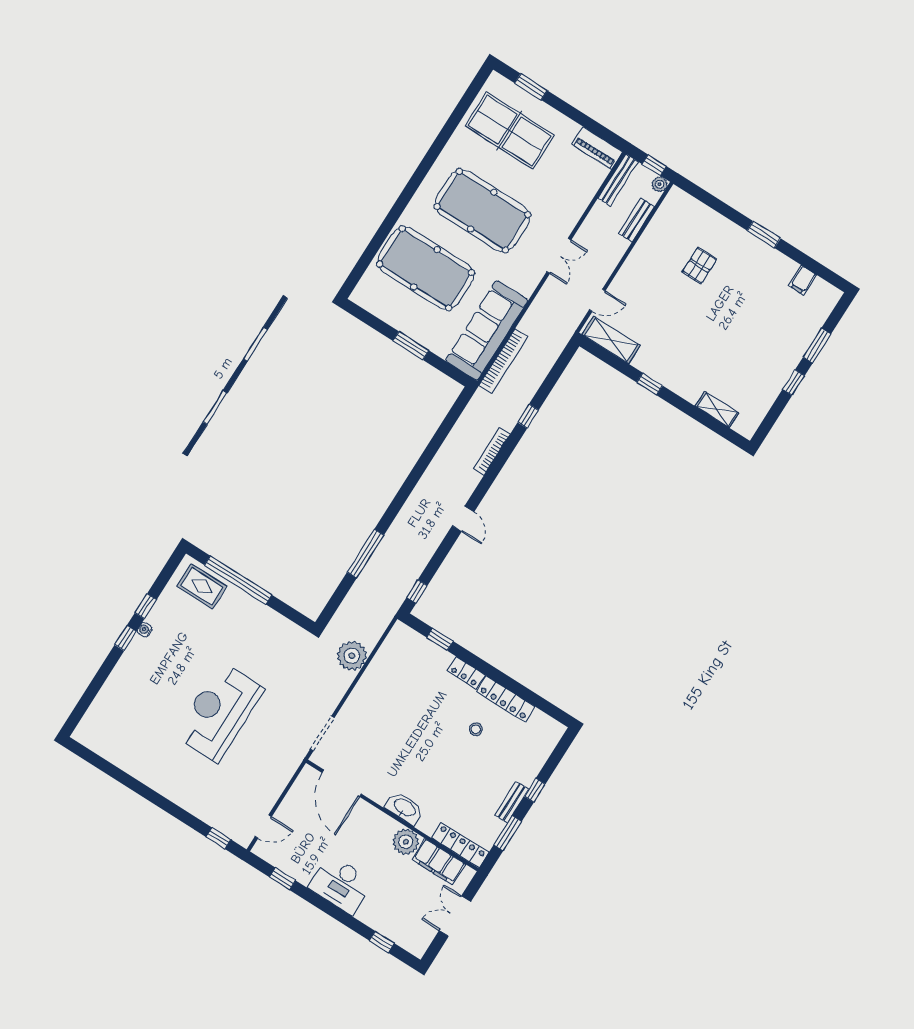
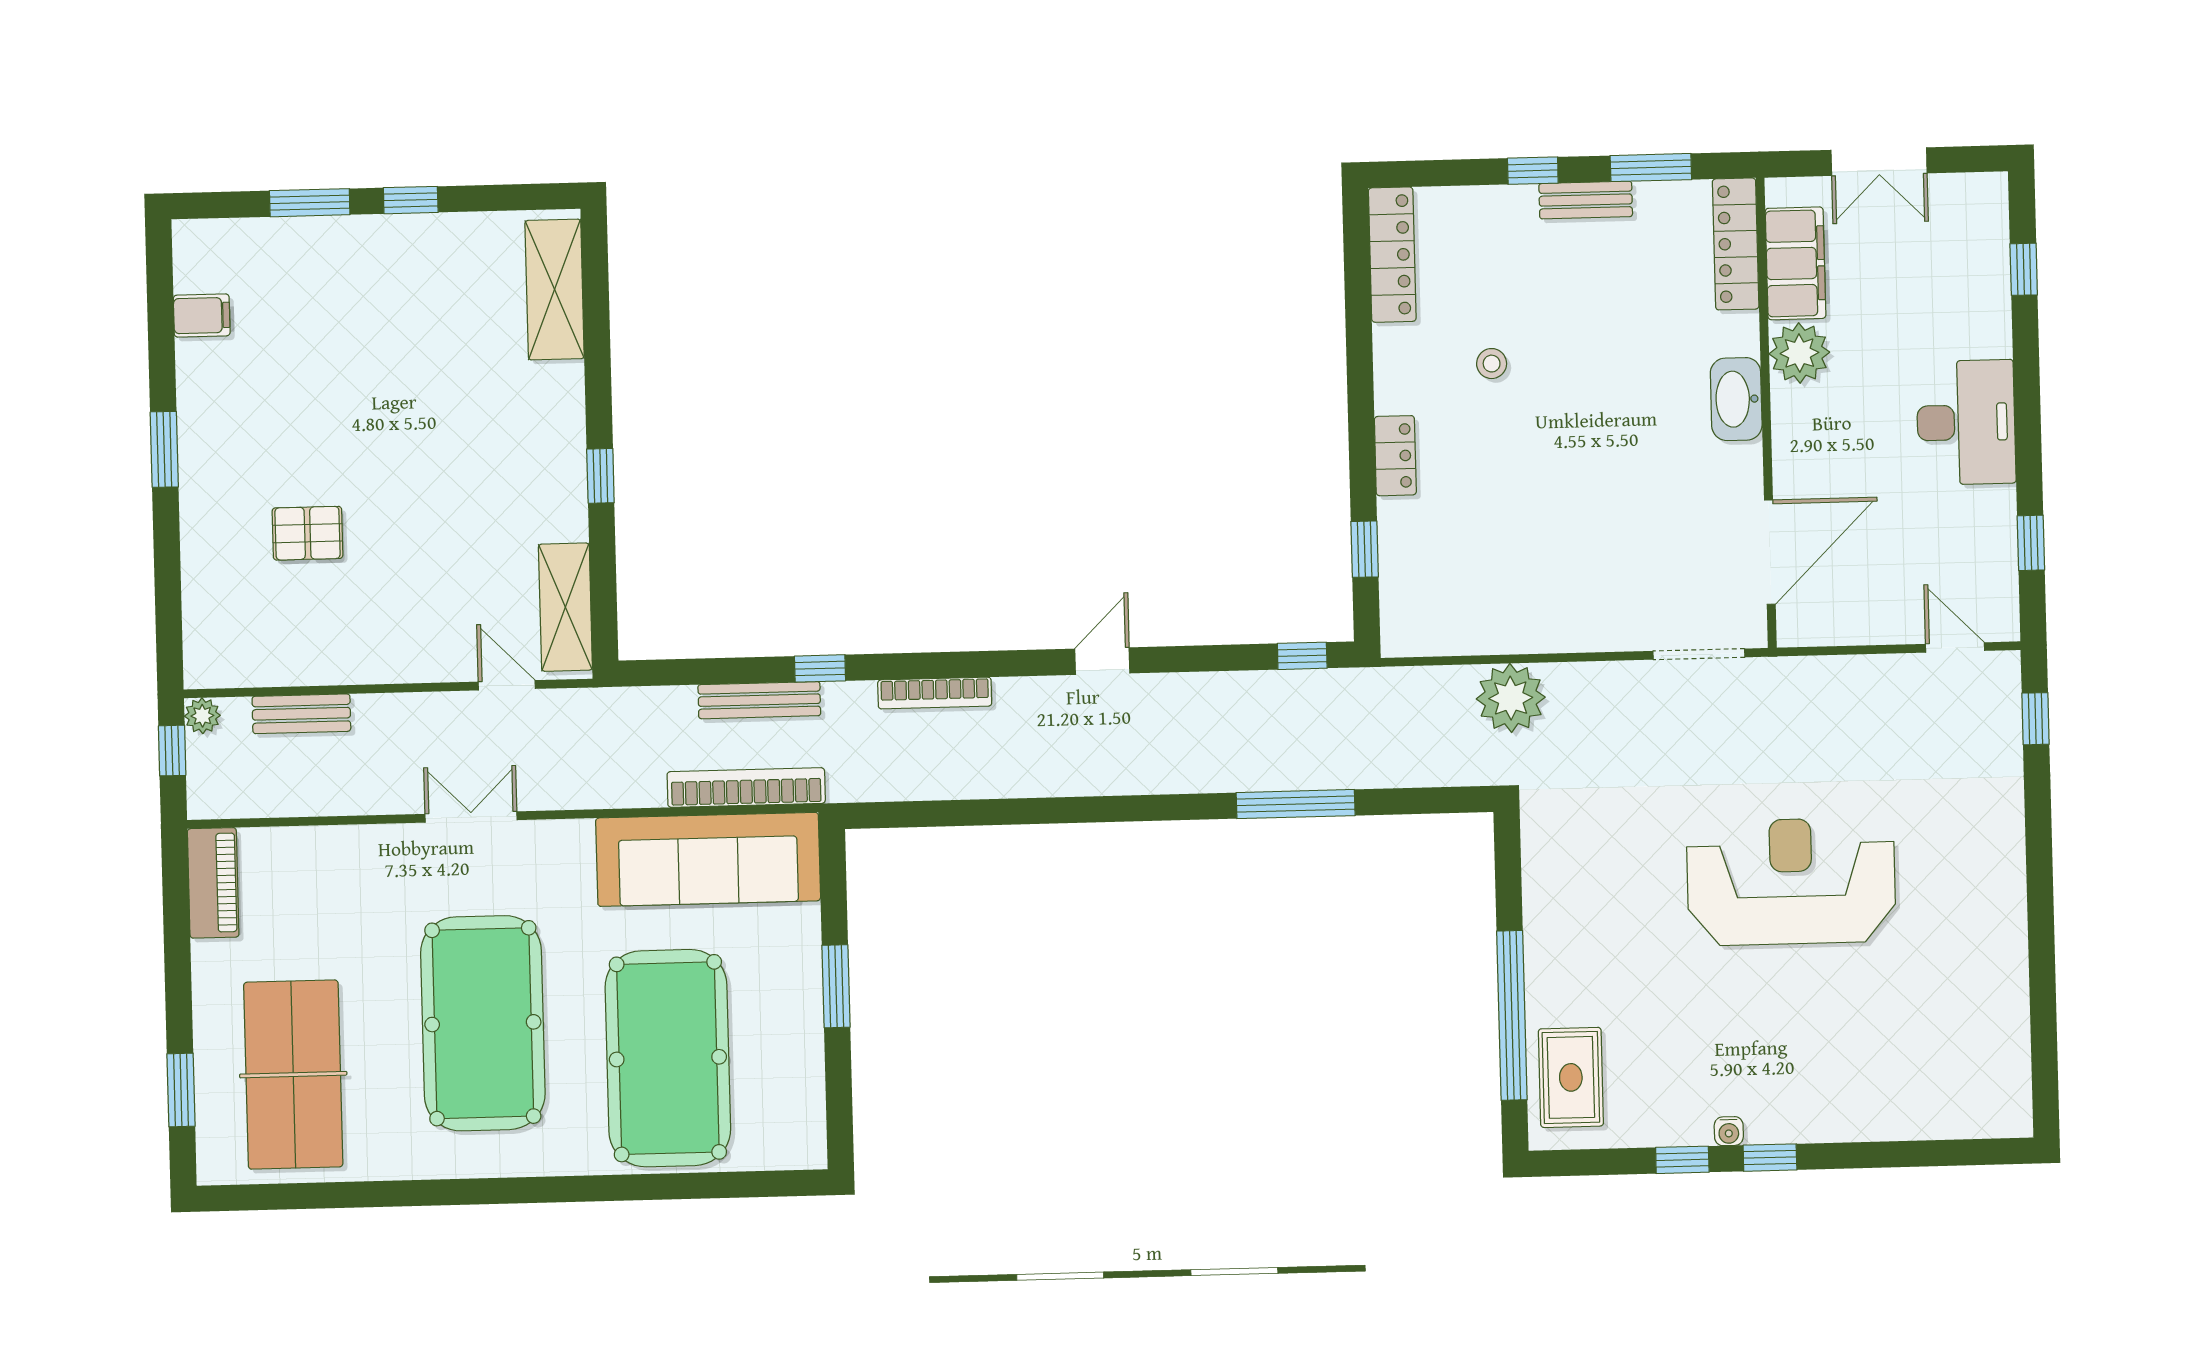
bench: (618, 180) -> (759, 700), moved
shelving: (717, 409) -> (555, 290), width x1.50, depth x1.33
locker: (506, 699) -> (1392, 255), moved
reception desk: (219, 712) -> (1791, 882), turned 180

